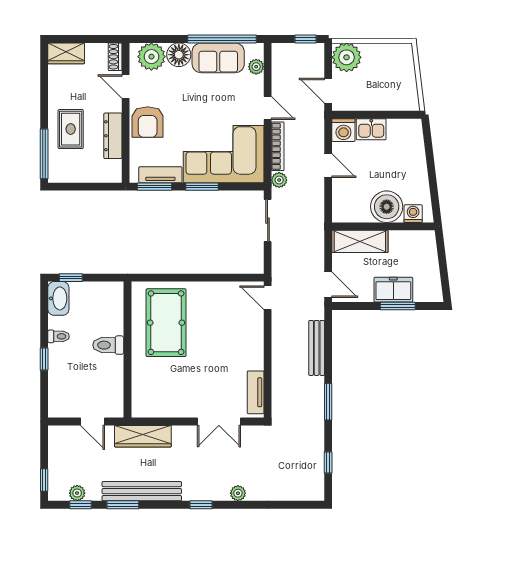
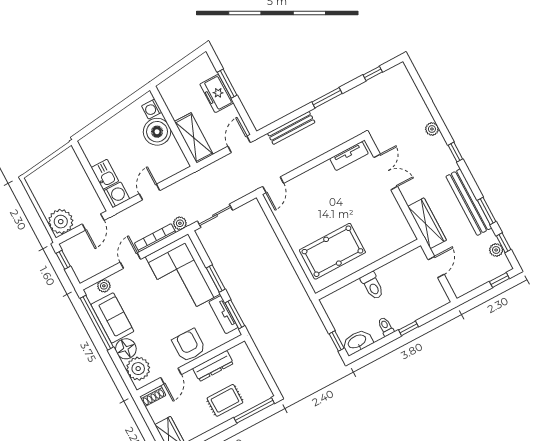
armchair: (148, 122) -> (189, 345), turned -90

